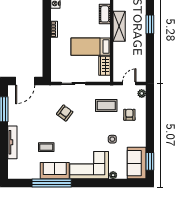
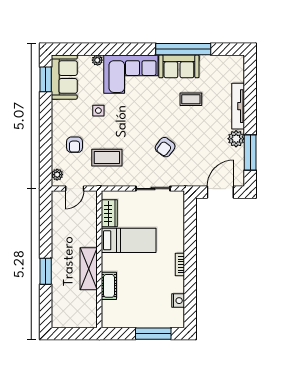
plant: (14, 119) -> (236, 139), added

